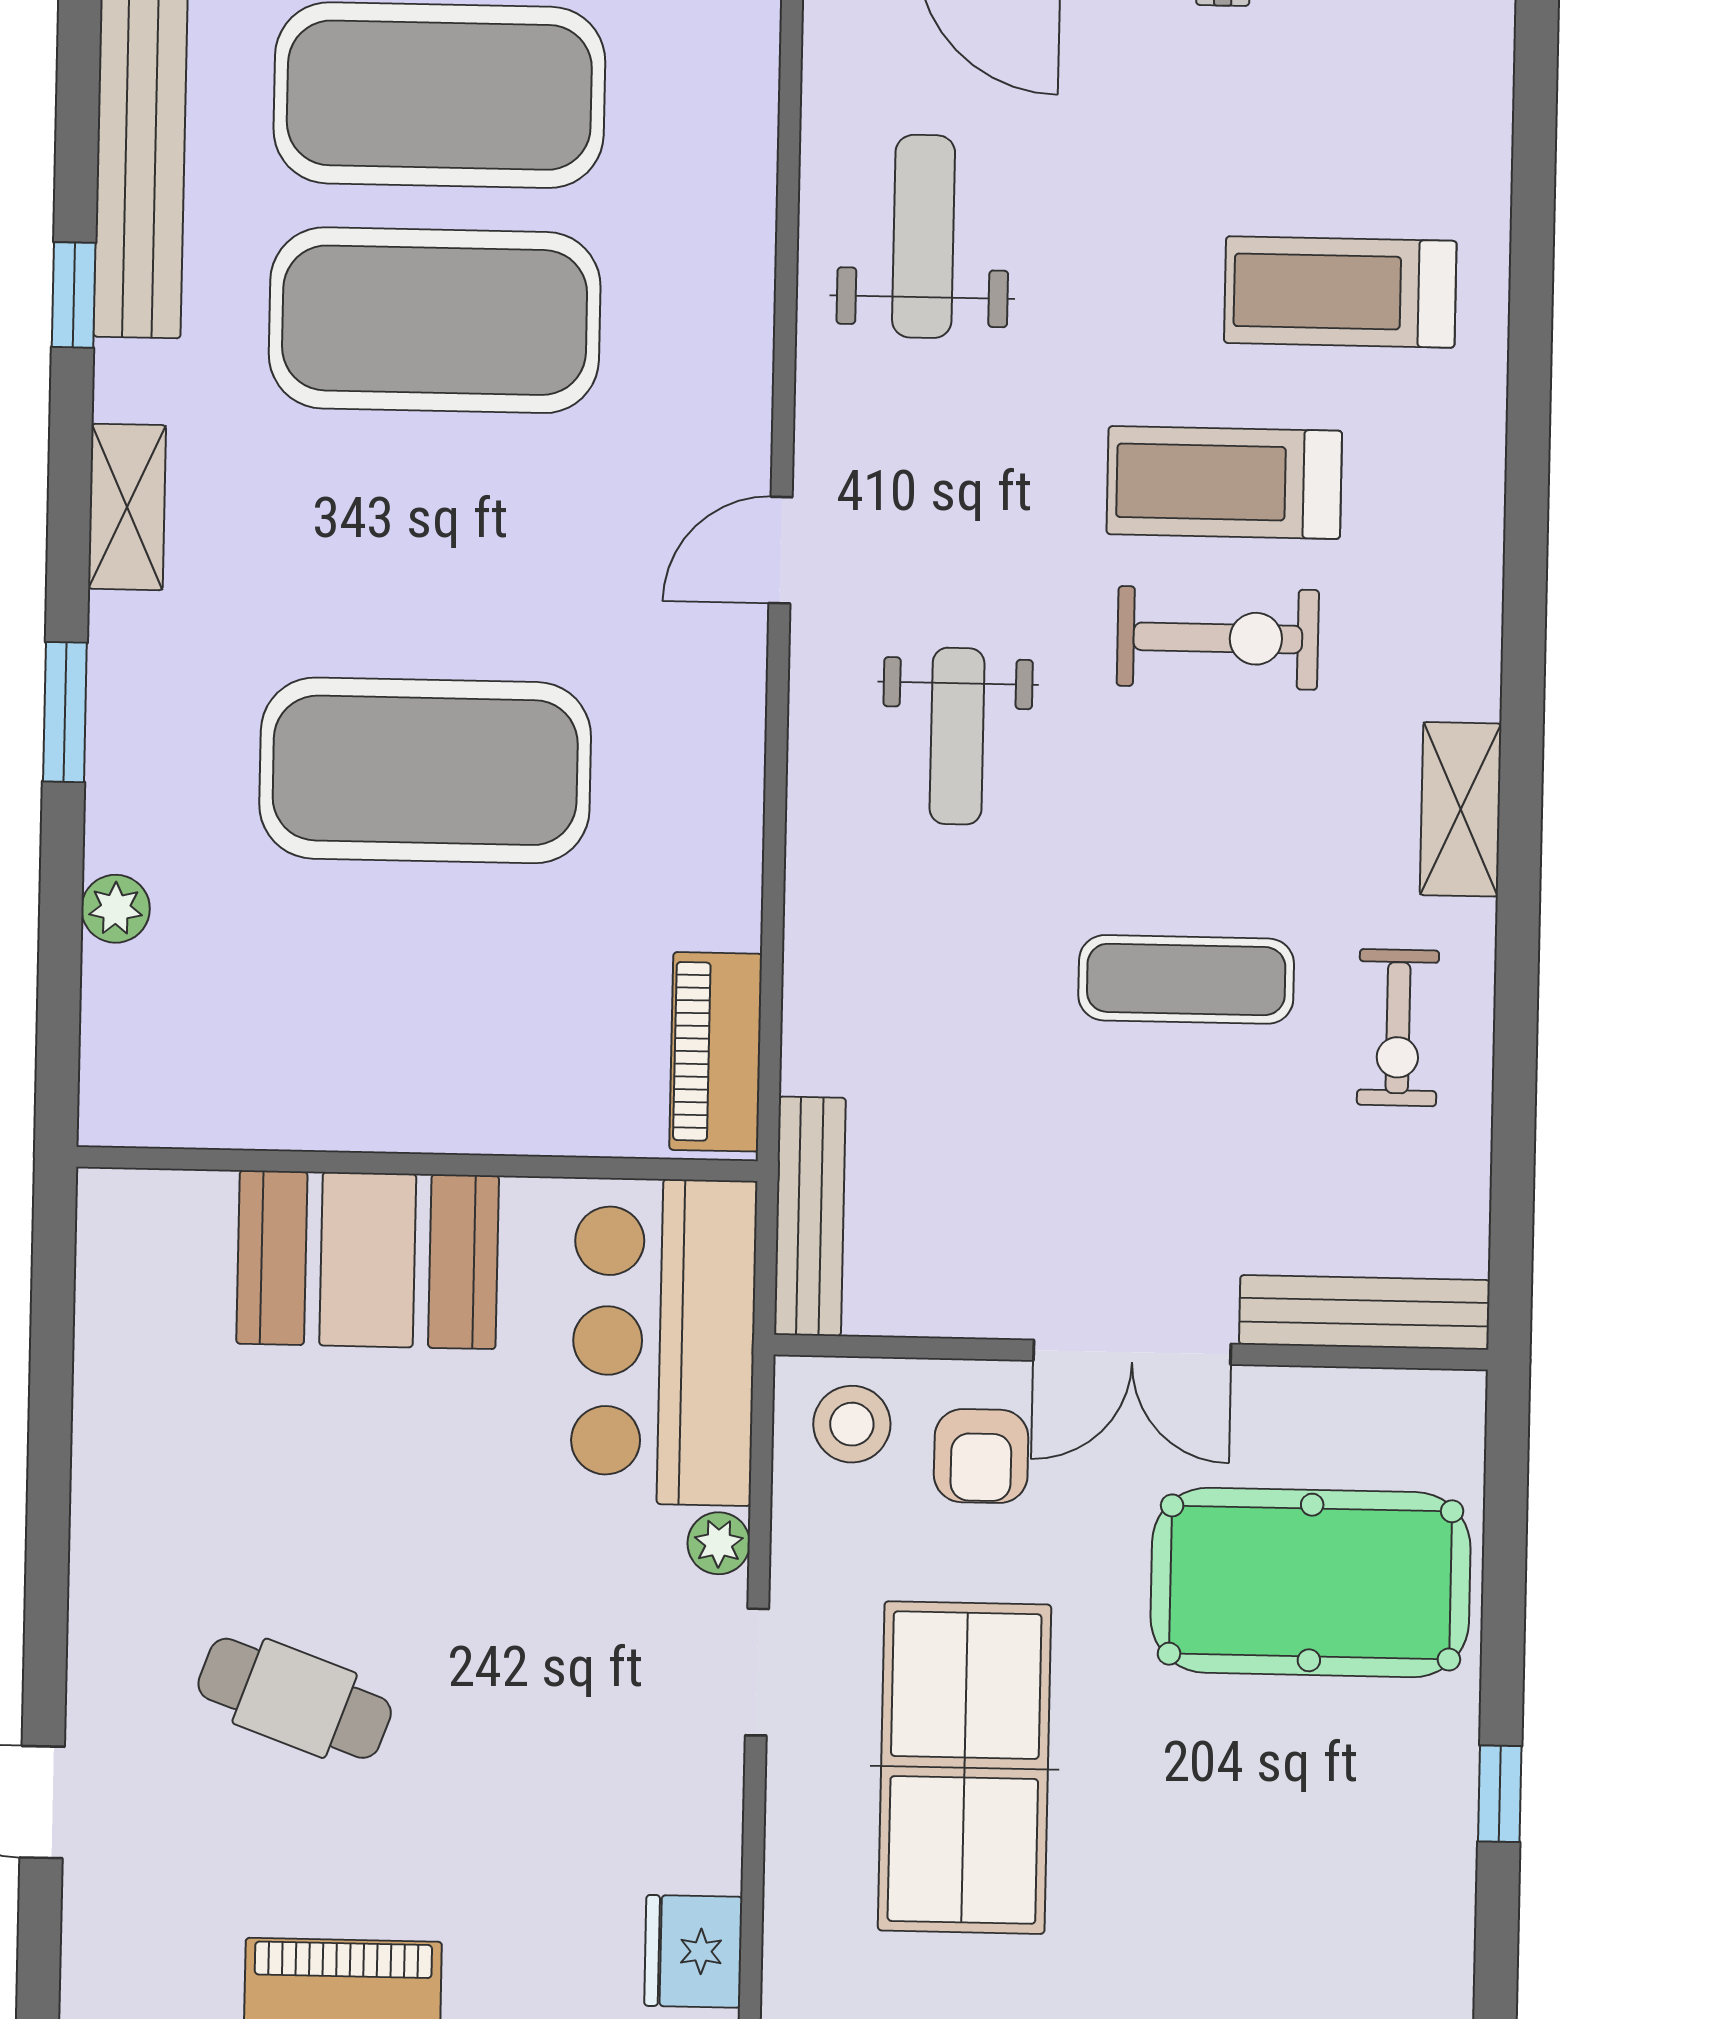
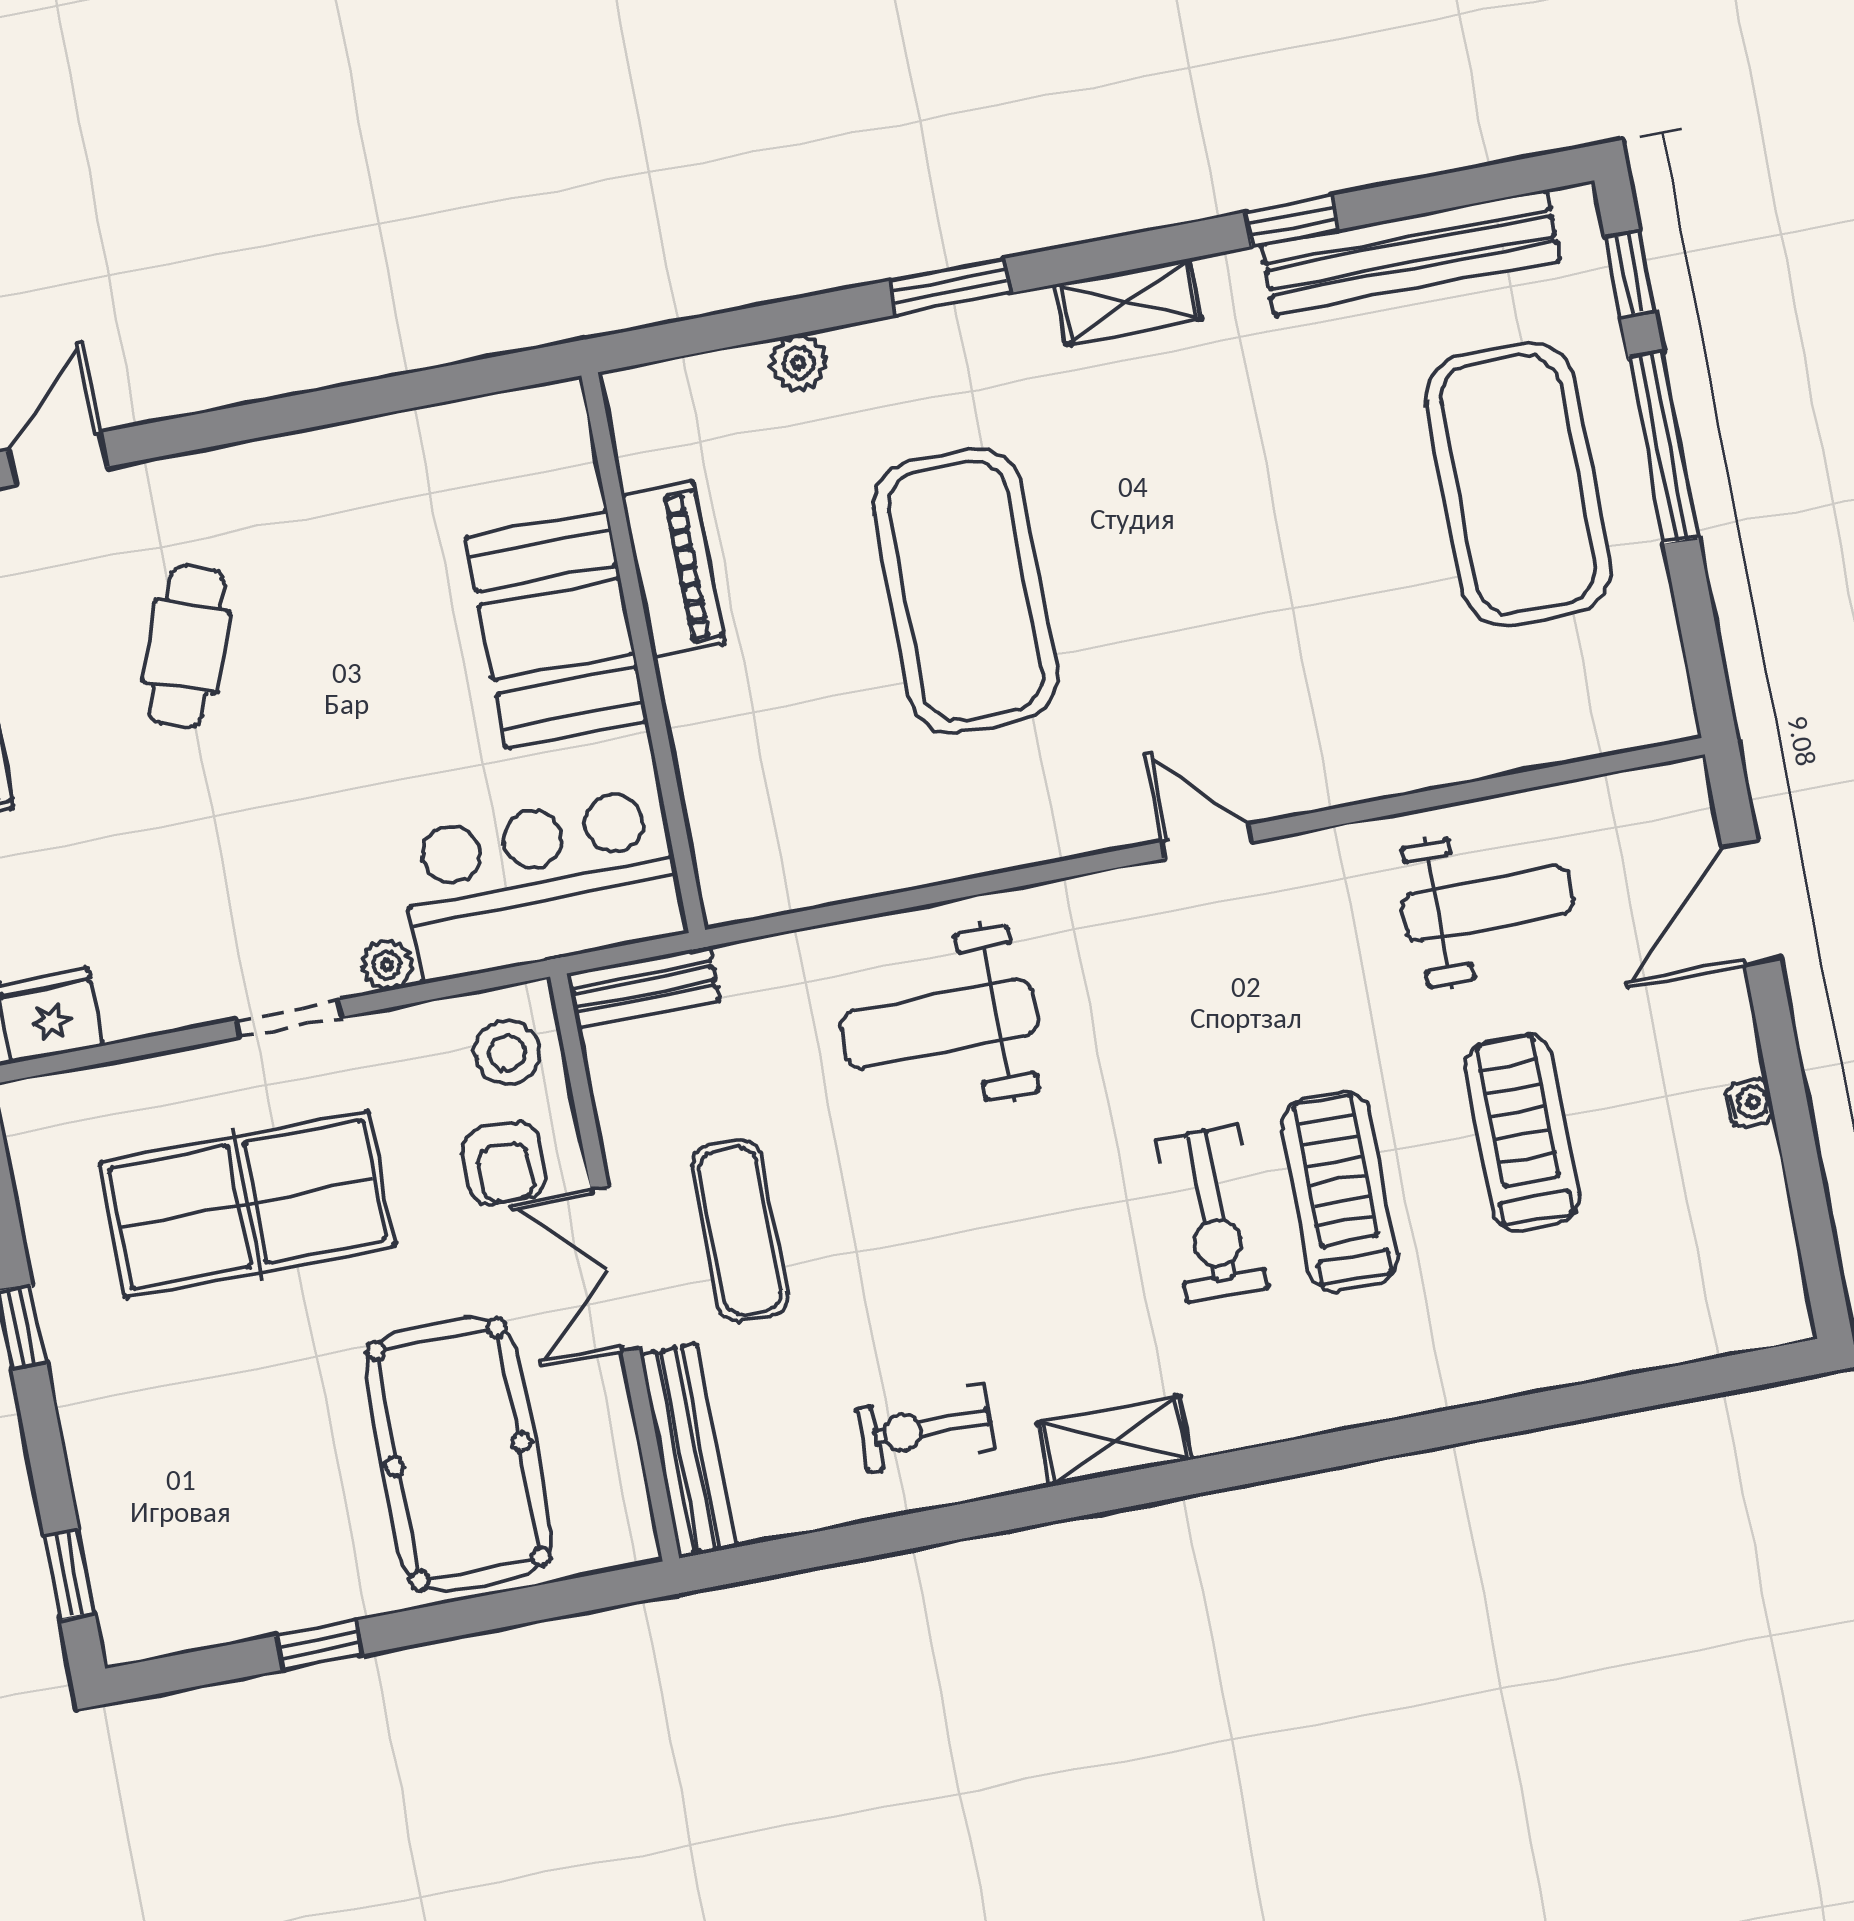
treadmill: (1340, 292) -> (1522, 1132), moved
exercise mat: (435, 320) -> (1334, 520), removed
weight bench: (957, 736) -> (939, 1024), moved, width x1.36, depth x1.33
exercise mat: (1186, 979) -> (740, 1231), moved
piano: (716, 1052) -> (673, 570), moved, turned 90
bench: (810, 1216) -> (643, 987), width x0.73
armchair: (981, 1456) -> (504, 1163), turned -90

